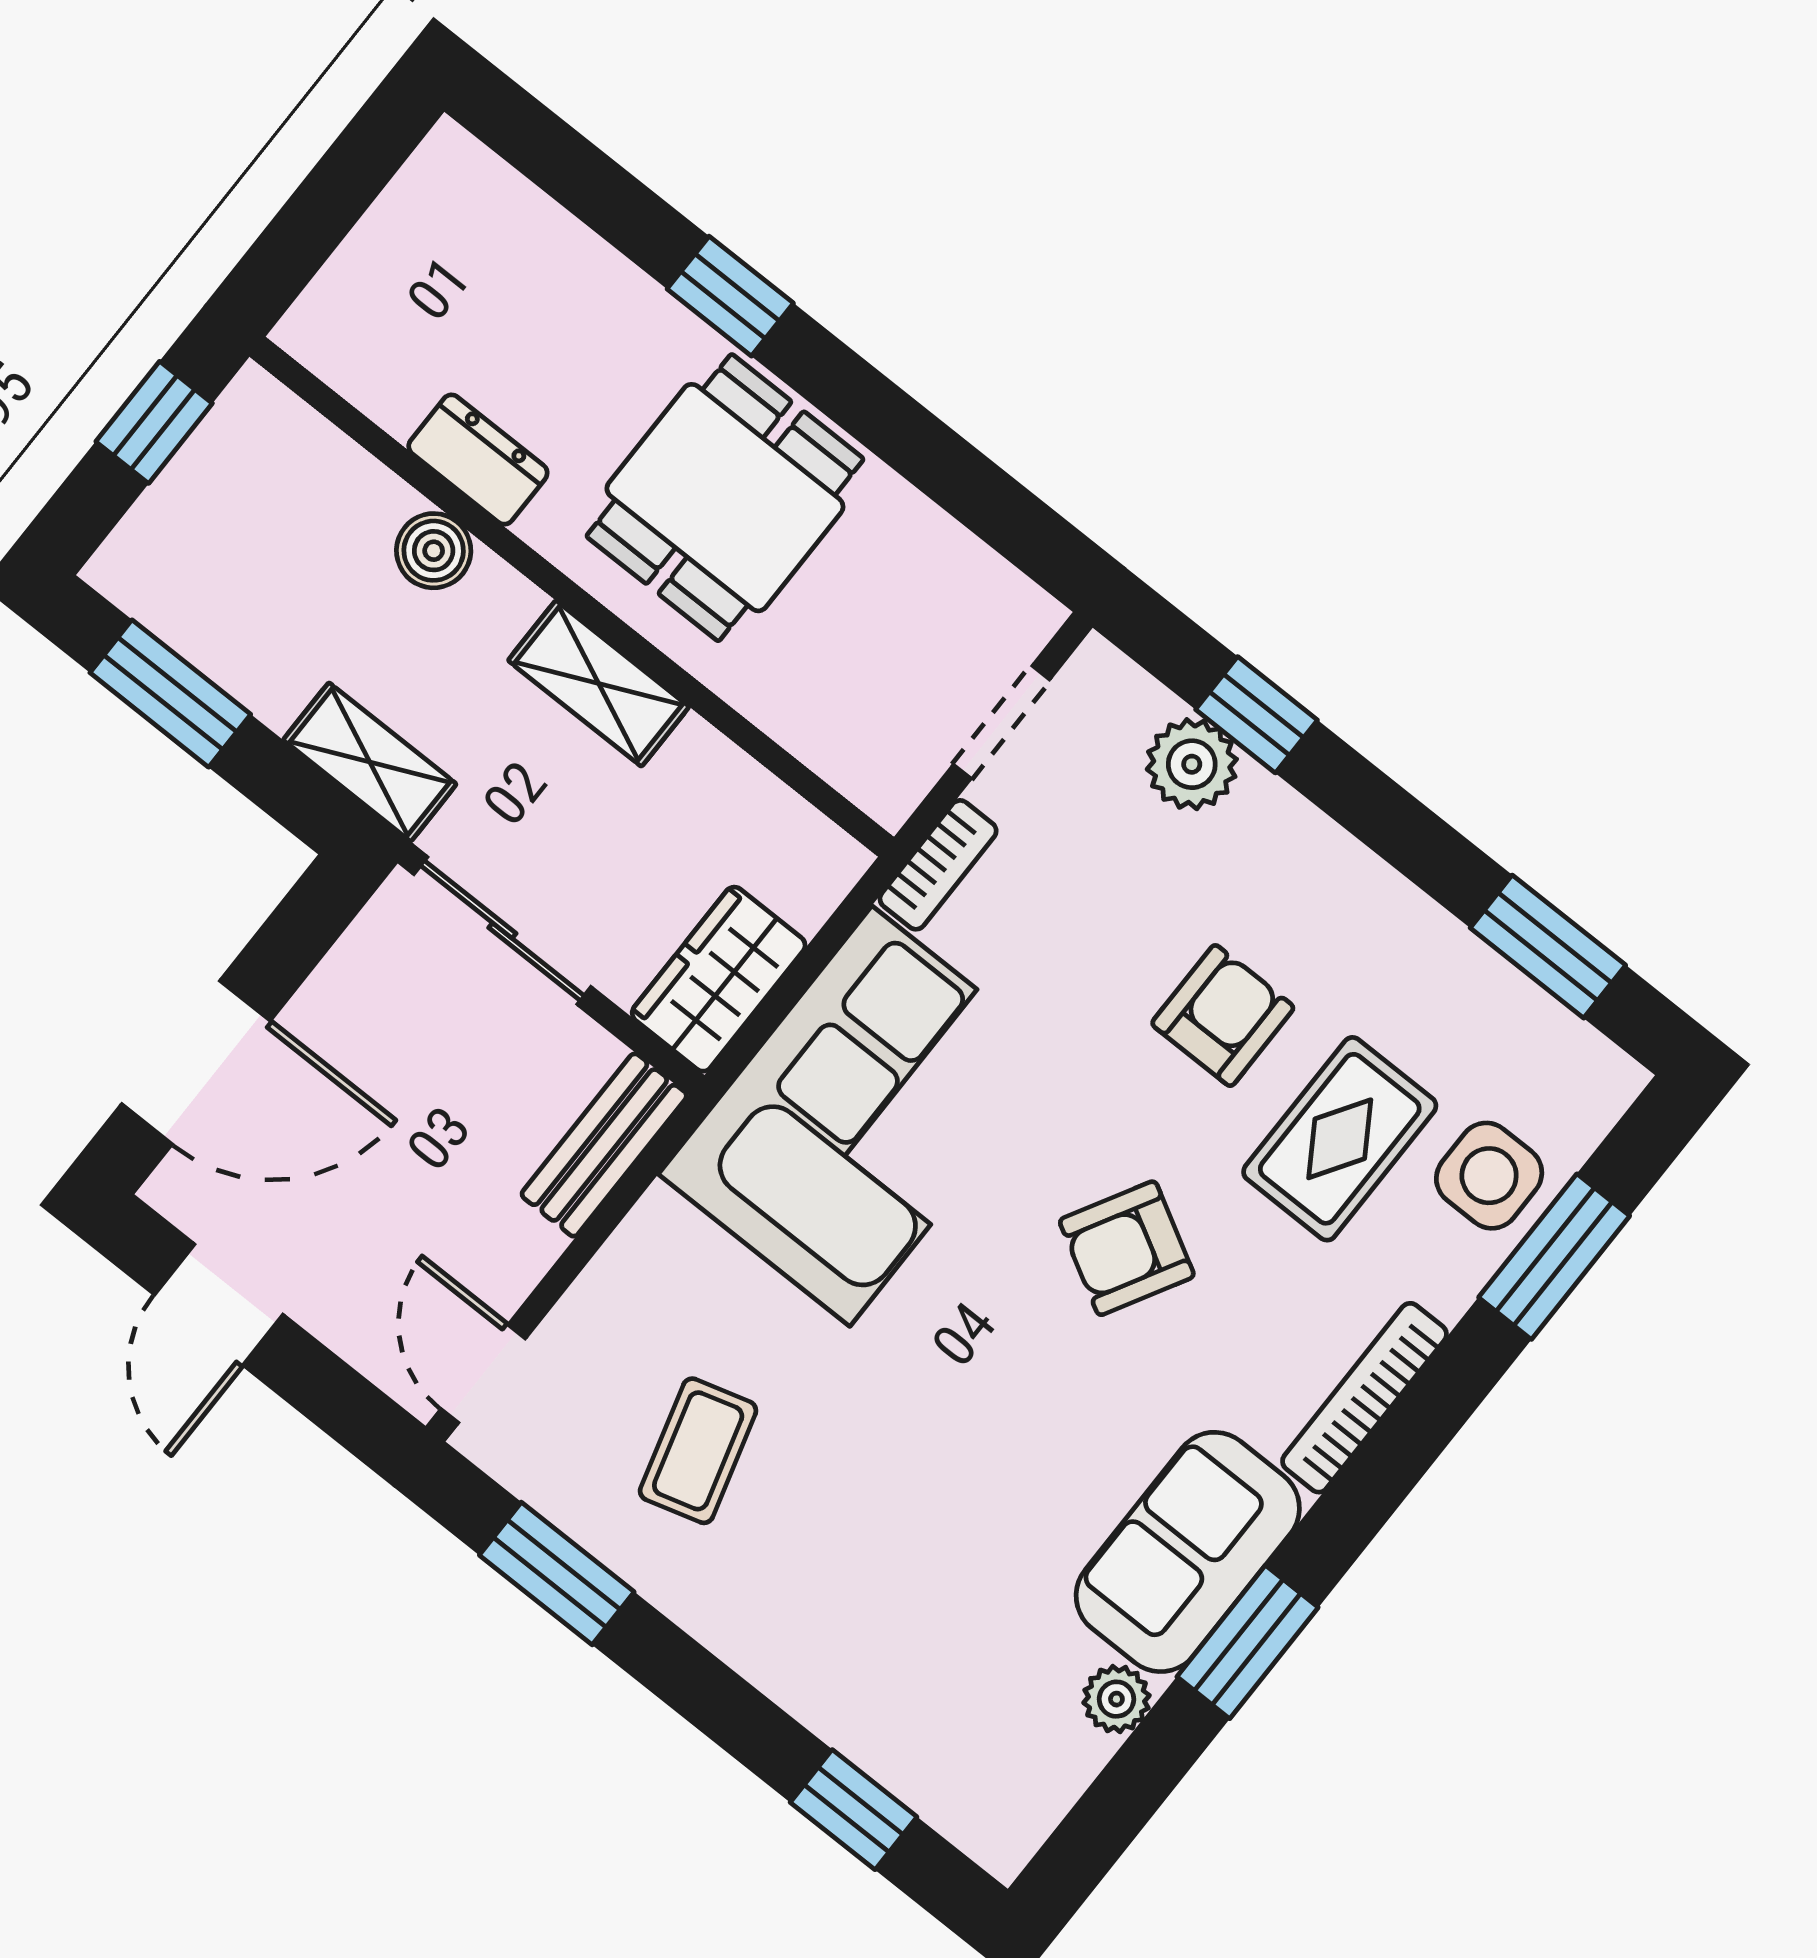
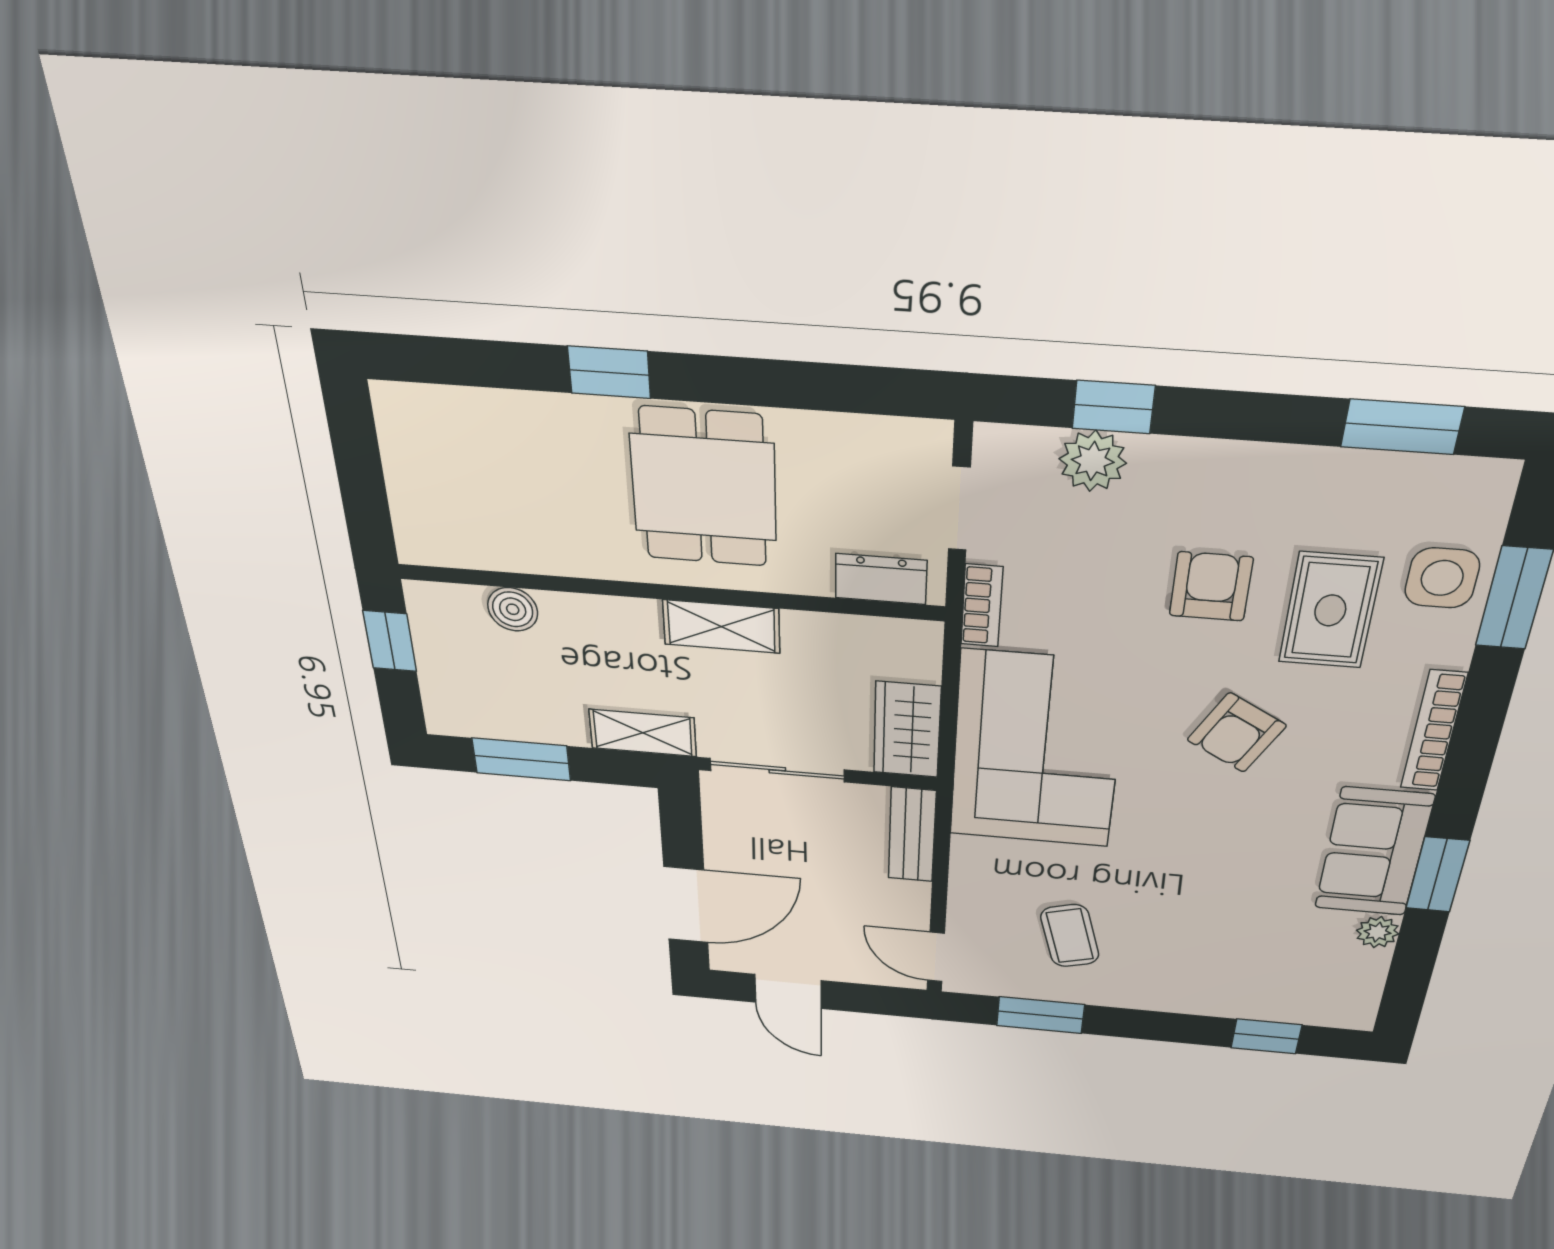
dresser: (478, 460) -> (881, 579), moved
boiler: (434, 551) -> (513, 609), moved

